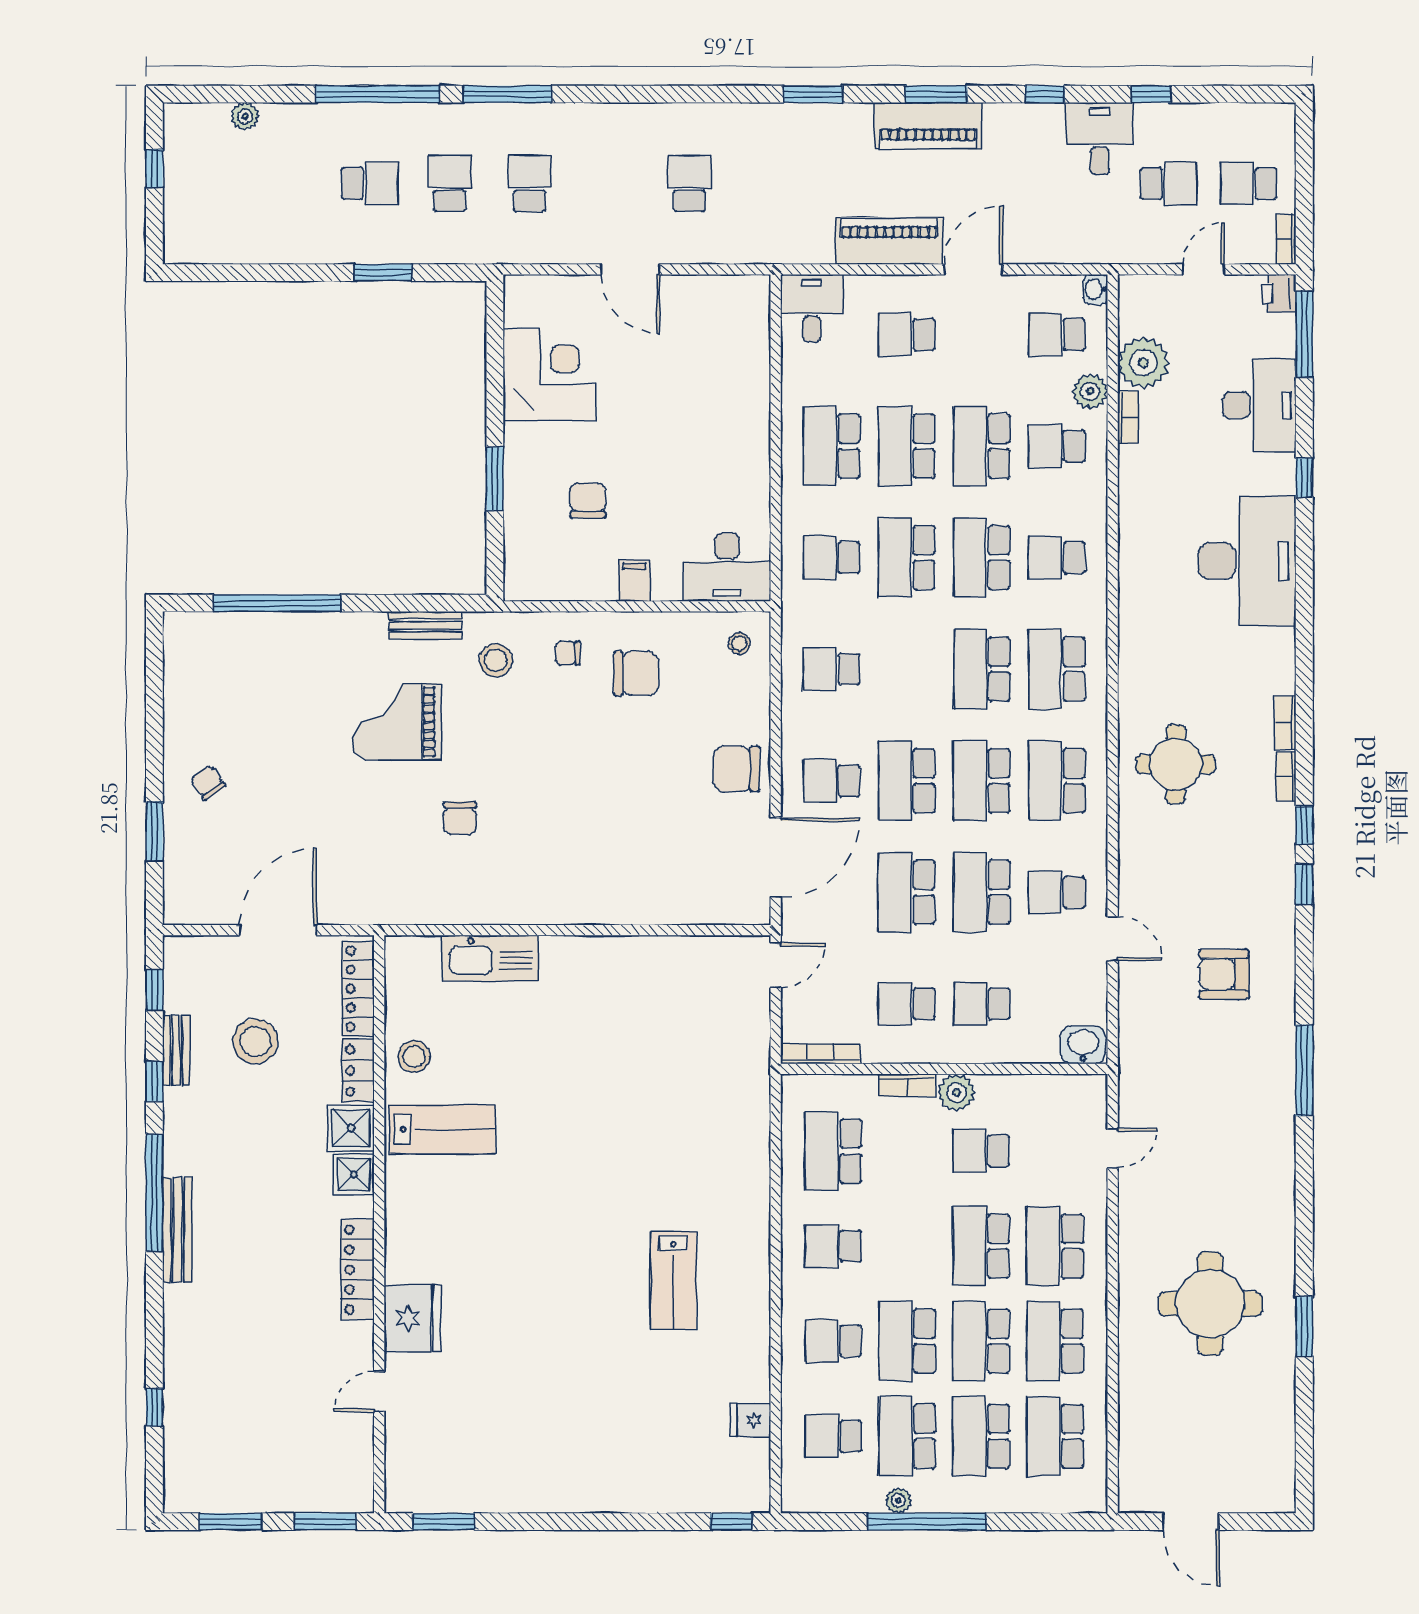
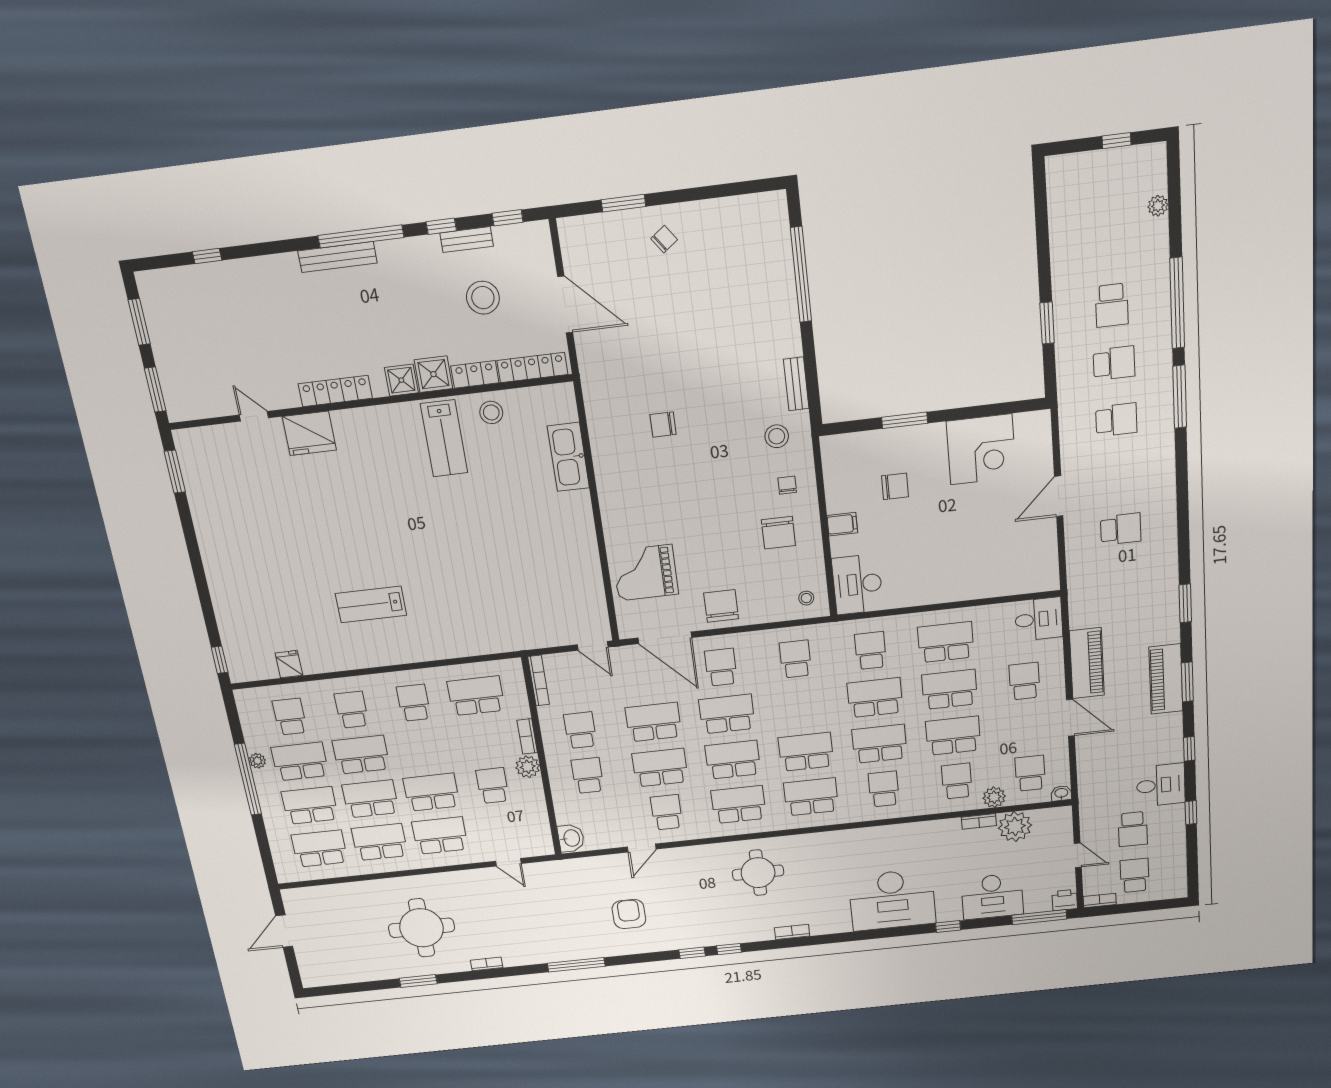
grand piano: (397, 722) -> (645, 573), moved, turned -90
bookcase: (1286, 777) -> (487, 964), moved

